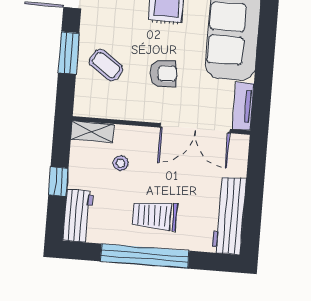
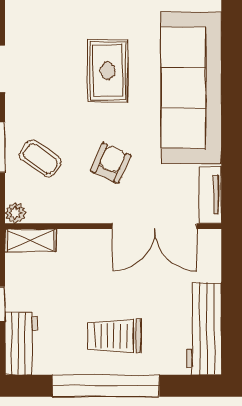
armchair: (163, 74) -> (111, 163), turned -61
plant: (82, 108) -> (15, 213), added
stool: (121, 163) -> (68, 276), removed

